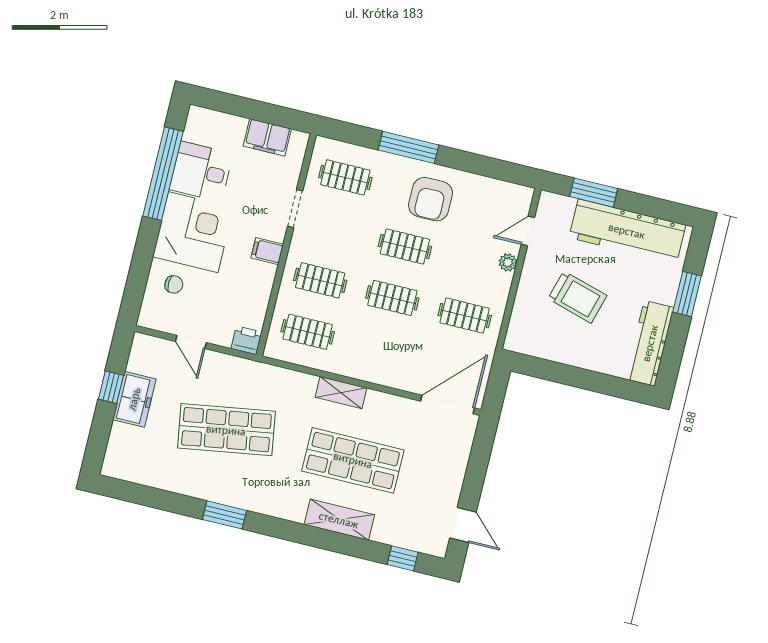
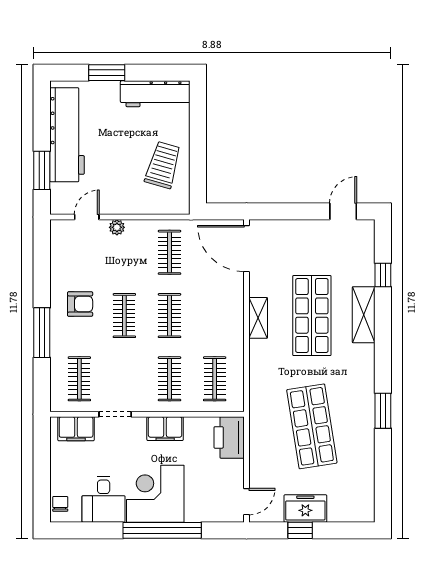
filing cabinet: (267, 137) -> (76, 429), moved, turned 90
window: (163, 174) -> (162, 530), moved
armchair: (431, 199) -> (80, 304), width x0.72, depth x0.72
door: (528, 231) -> (87, 217), swing flipped
filing cabinet: (267, 251) -> (165, 429), width x2.00
chair: (174, 284) -> (60, 504), moved
trolley: (577, 297) -> (163, 165), moved
printer: (247, 340) -> (229, 437), width x1.87, depth x1.48
door: (191, 342) -> (247, 502), moved
shelving: (341, 393) -> (258, 318), moved
window: (403, 558) -> (383, 275), moved

